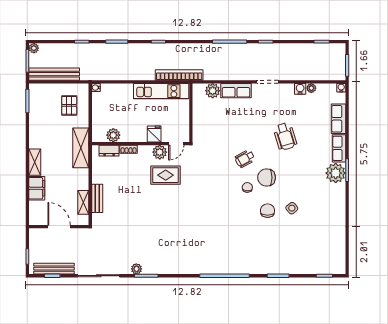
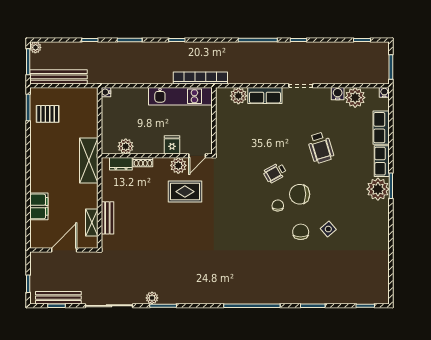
plant: (311, 88) -> (355, 98), width x1.88, depth x1.88
pallet: (69, 105) -> (48, 114), moved, turned 90
shelving: (35, 162) -> (37, 177), removed
door: (59, 227) -> (64, 250), hinge flipped

